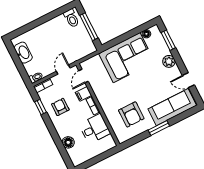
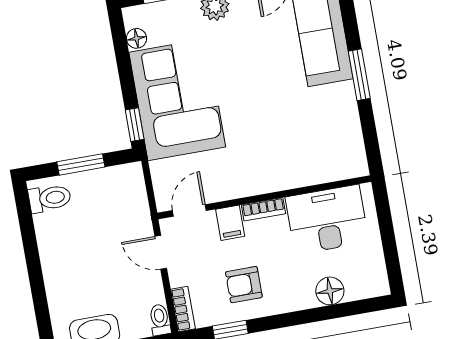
window: (89, 27) -> (81, 164), width x0.69
window: (111, 44) -> (135, 125), added
door: (84, 76) -> (189, 210), swing flipped
armchair: (131, 114) -> (310, 128), removed
desk: (95, 129) -> (327, 219), width x1.37

